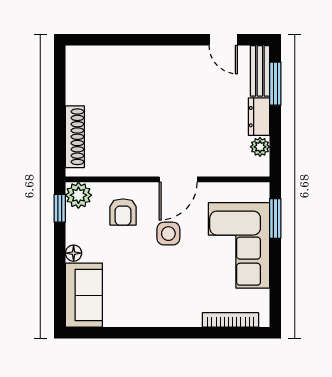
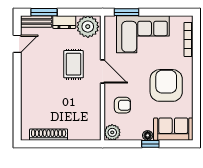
rug: (190, 132) -> (74, 64), added
shoe rack: (75, 137) -> (49, 135), moved
plant: (260, 147) -> (88, 27), width x1.88, depth x1.88
window: (60, 208) -> (150, 144), moved
side table: (168, 234) -> (136, 77), removed
armchair: (155, 283) -> (166, 85), added

